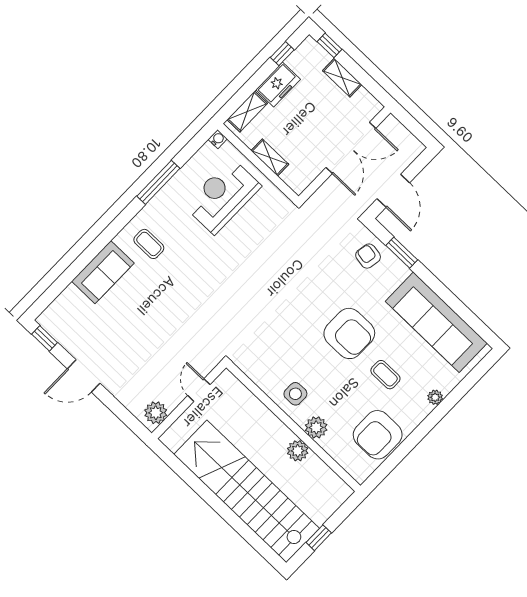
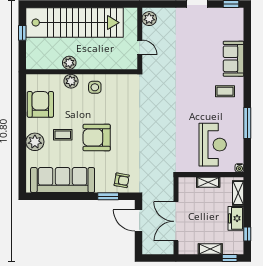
plant: (435, 397) -> (35, 142), width x1.88, depth x1.88

